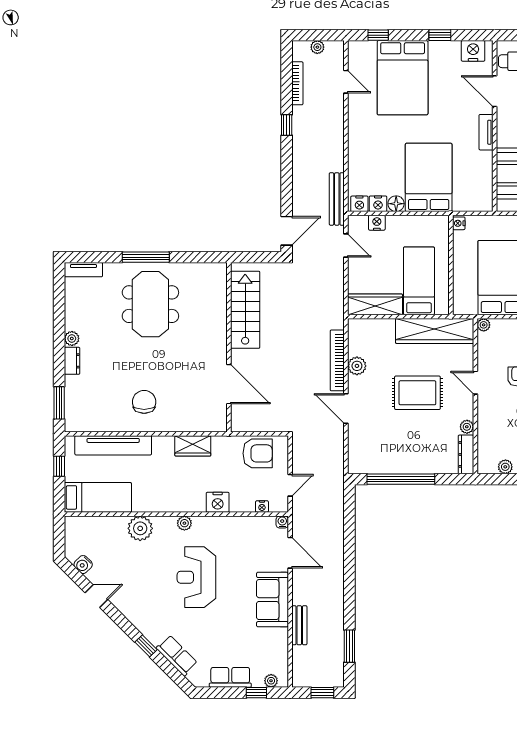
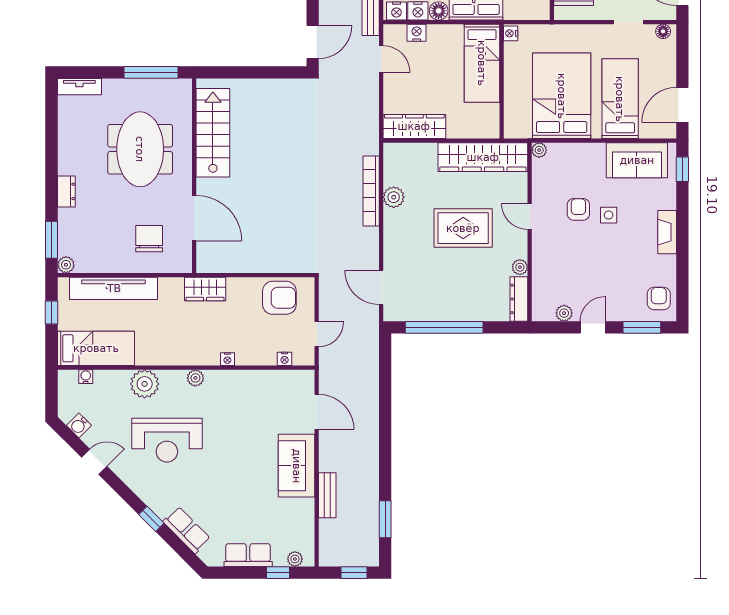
bed: (419, 281) -> (482, 63), moved, turned 180
meeting table: (150, 304) -> (140, 149), moved
stairs: (245, 310) -> (213, 133), moved
plant: (72, 338) -> (66, 265), moved
wall: (229, 347) -> (194, 176), moved
door: (229, 384) -> (194, 218), moved
door: (346, 408) -> (381, 287), moved
nightstand: (218, 502) -> (227, 359), width x0.53, depth x0.56
water cooler: (282, 522) -> (86, 377), moved
reception desk: (196, 577) -> (167, 440), moved, turned -90

